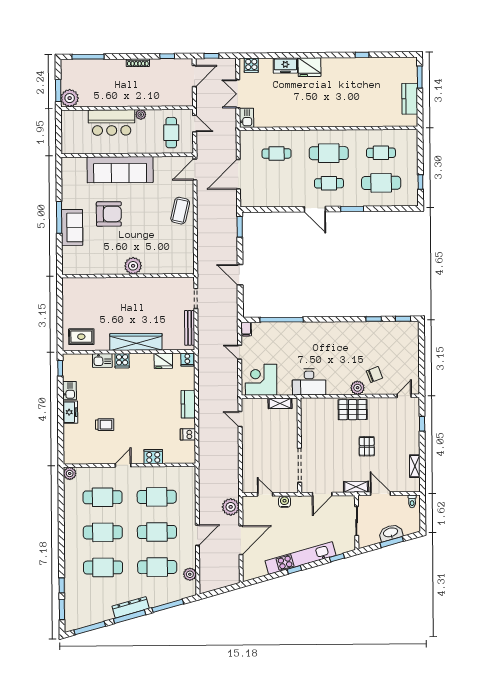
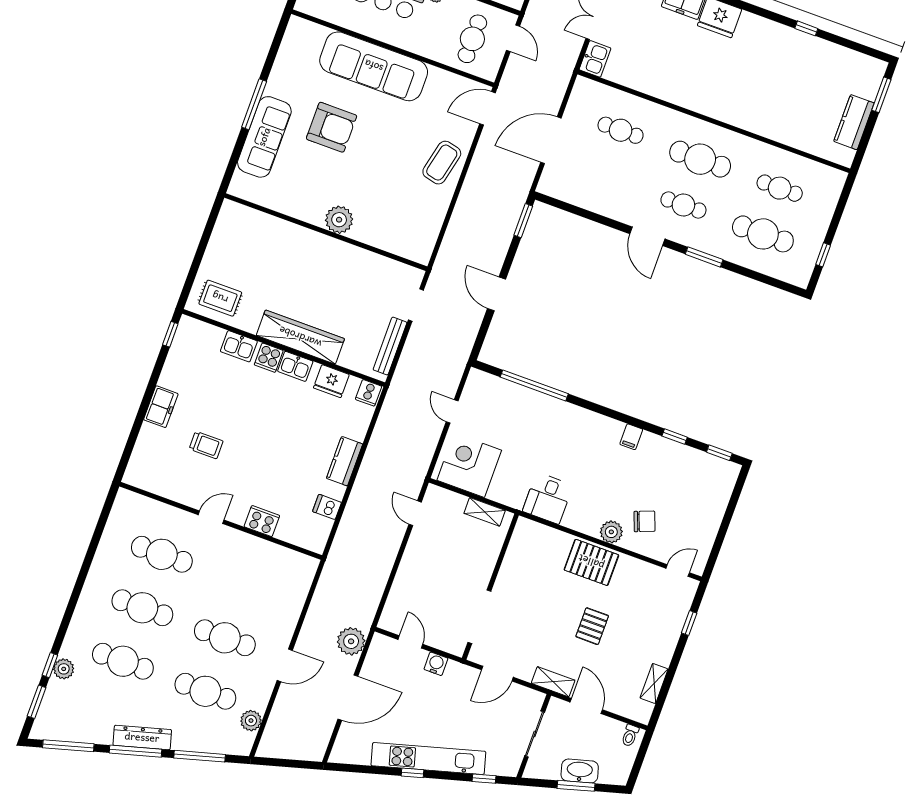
sofa: (72, 227) -> (264, 137), width x1.36
filing cabinet: (246, 329) -> (631, 437), moved
desk: (309, 382) -> (548, 498), width x0.73
kitchen sink: (69, 391) -> (295, 366), moved, turned 90
plant: (70, 473) -> (64, 669), moved
cafe table: (157, 497) -> (244, 584), removed

